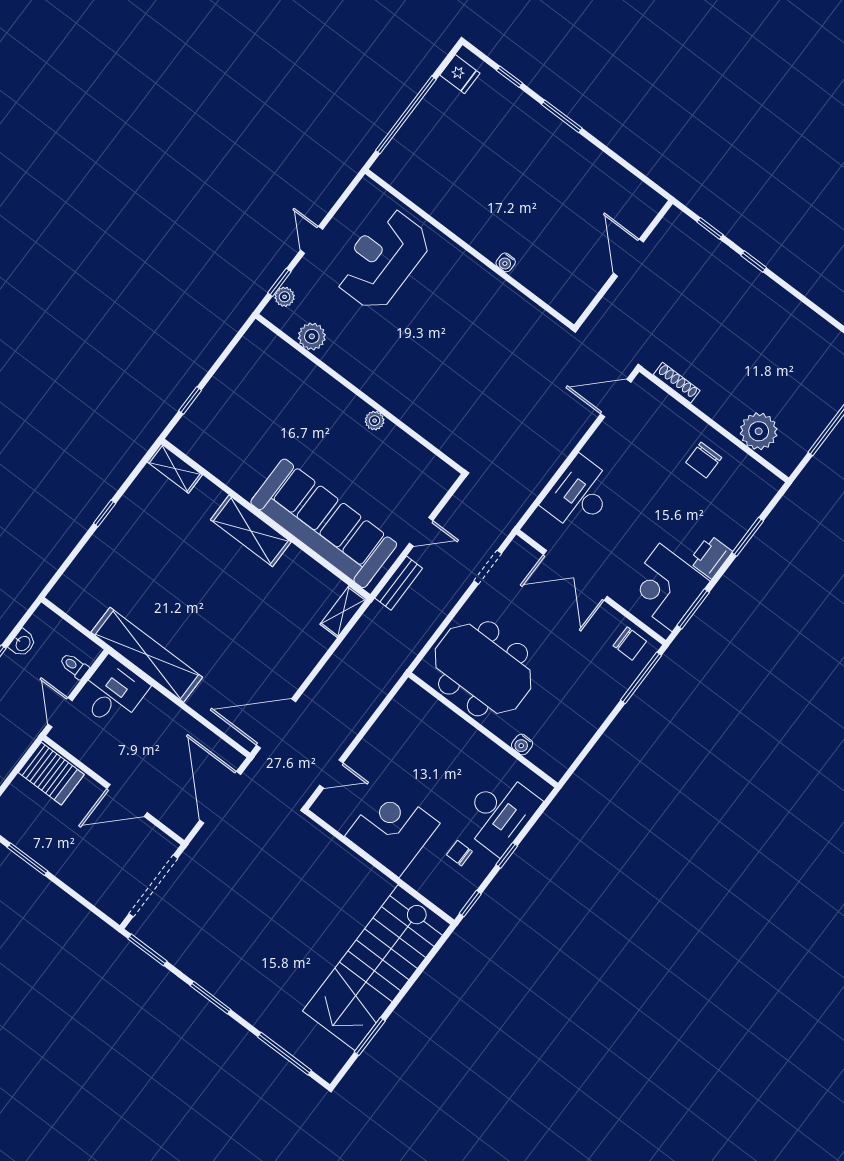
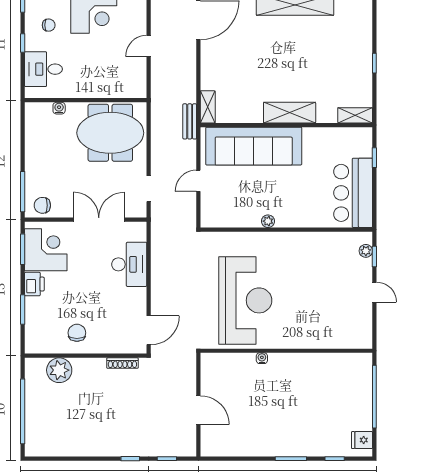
reception desk: (382, 259) -> (245, 300), moved, width x1.36, depth x1.30
plant: (312, 336) -> (335, 241), removed
bar counter: (247, 378) -> (353, 193), added
bench: (399, 583) -> (190, 121), moved
door: (331, 774) -> (149, 46), moved
desk: (500, 813) -> (43, 69), width x0.73

